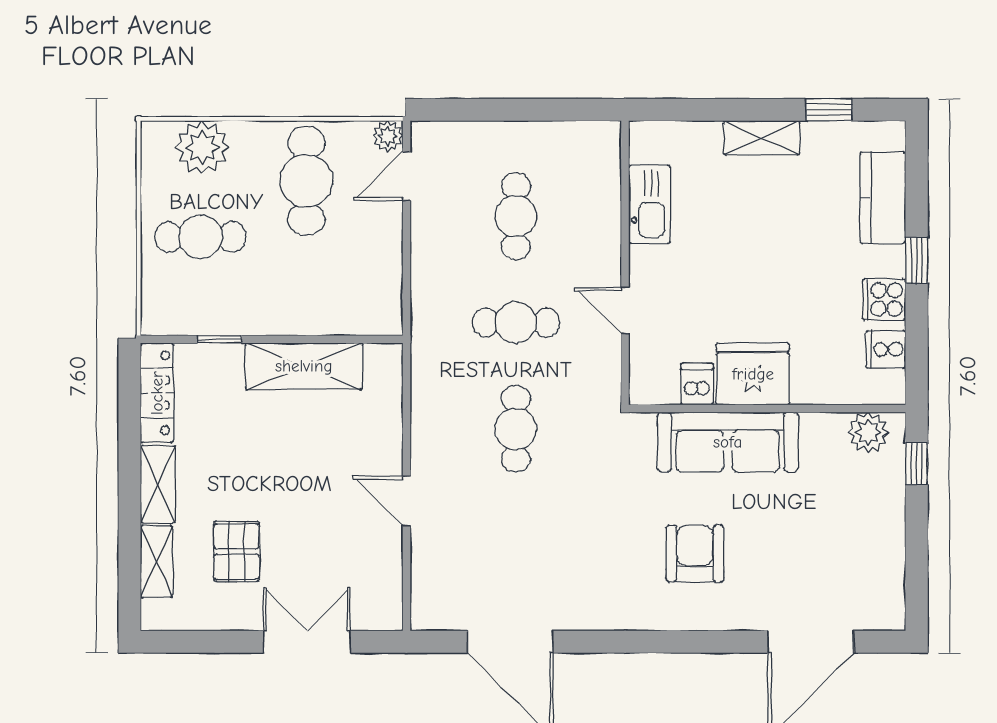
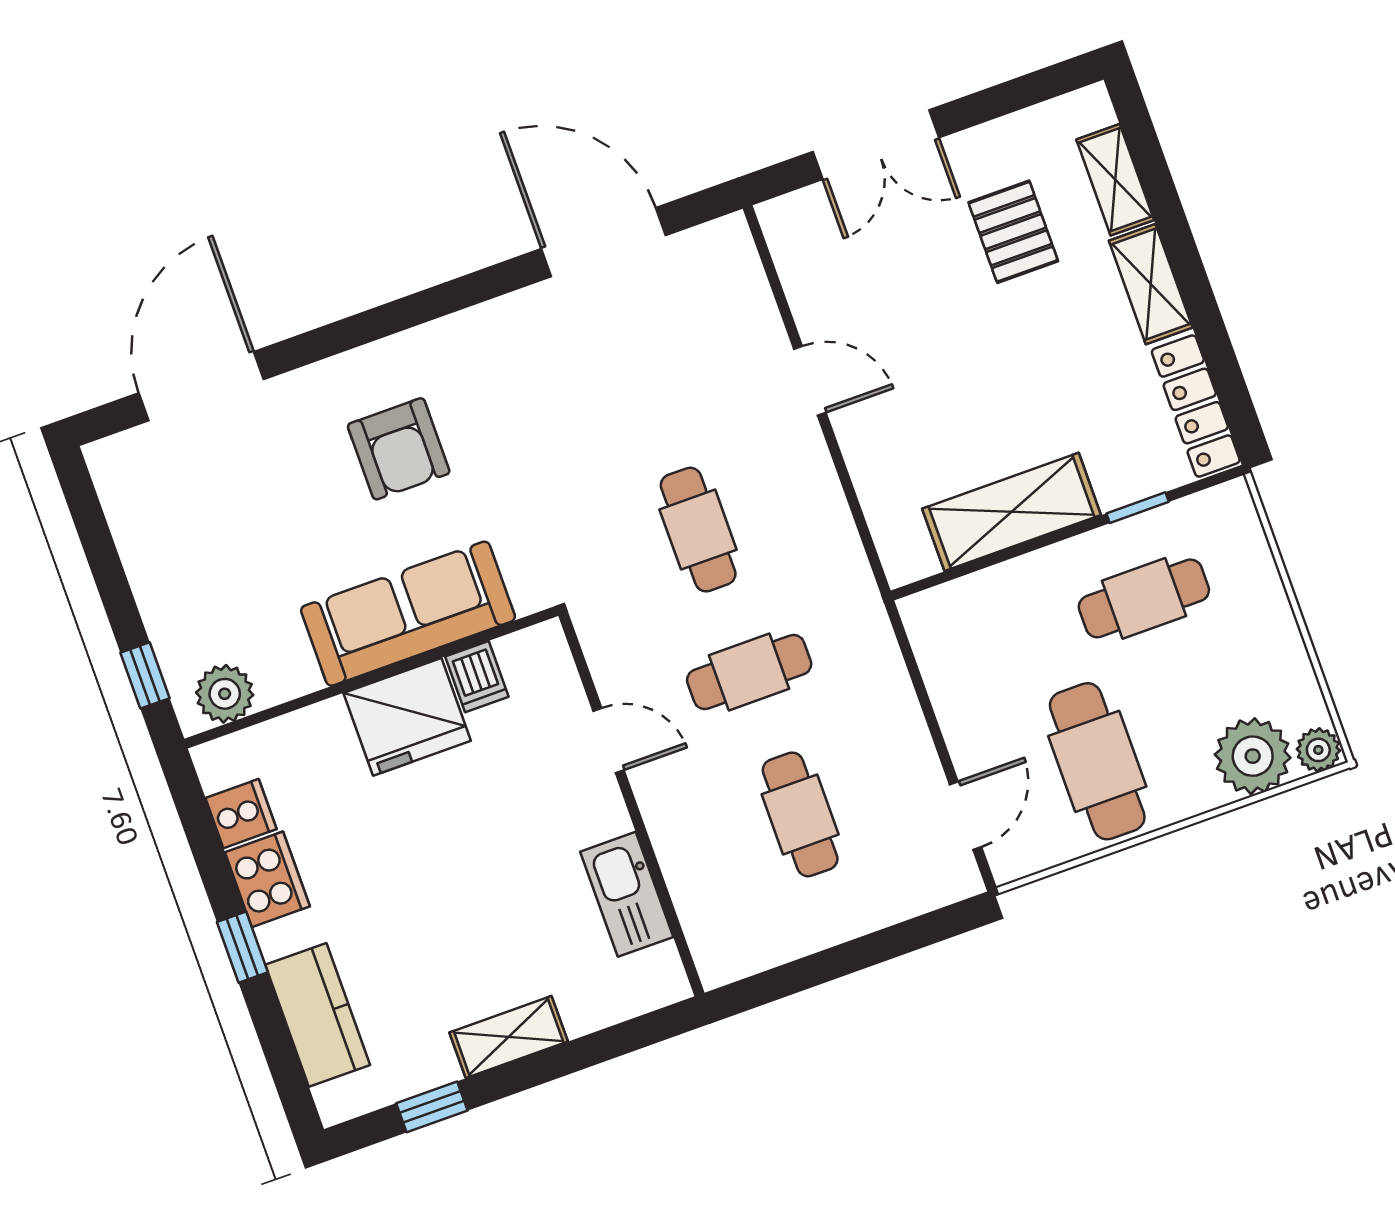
plant: (388, 136) -> (1318, 750), moved
cafe table: (200, 237) -> (1144, 598), moved
cooker: (884, 299) -> (267, 879), width x1.36

